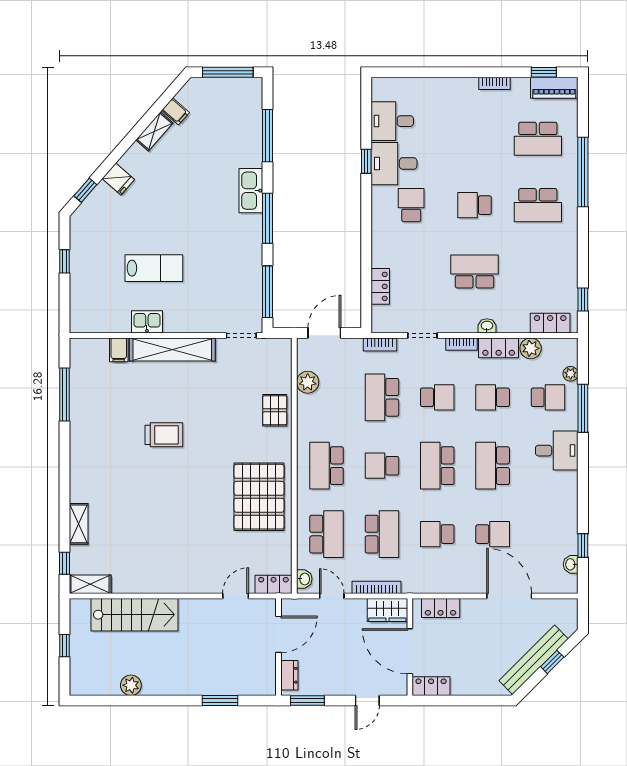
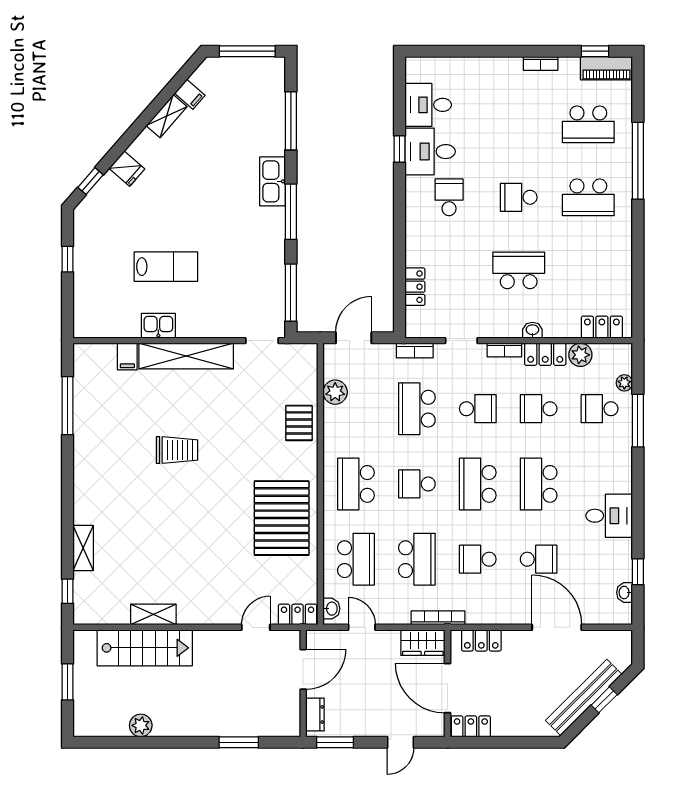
window: (583, 299) -> (638, 301), removed
school desk: (548, 397) -> (600, 409), turned 180
desk: (557, 451) -> (609, 516), moved
shelving: (90, 584) -> (153, 614), moved
bookcase: (376, 587) -> (438, 618), moved
window: (64, 646) -> (68, 682), width x1.50

